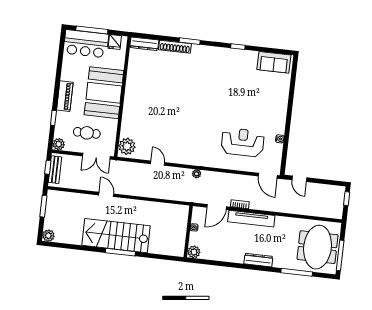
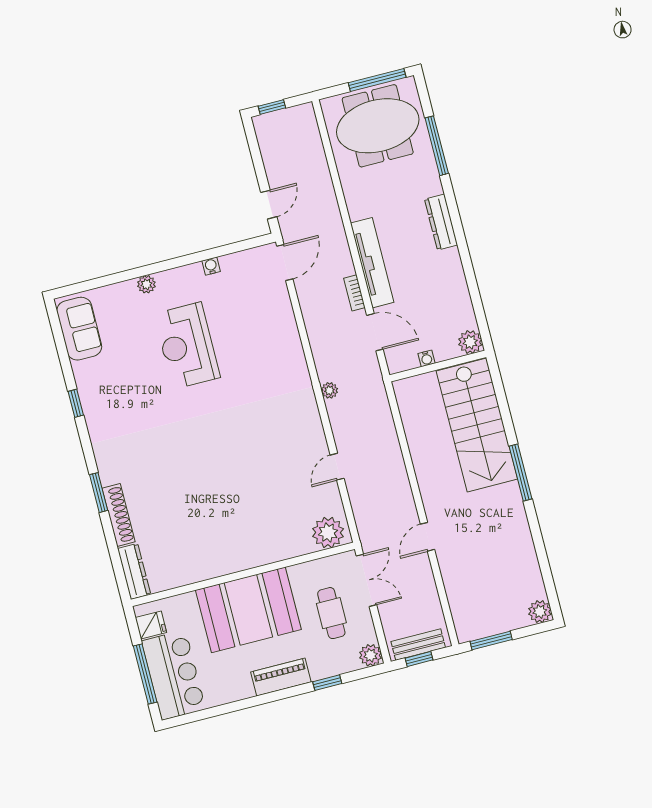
plant: (283, 104) -> (146, 284), added
reception desk: (243, 142) -> (187, 346), moved
stairs: (116, 236) -> (477, 425), moved

